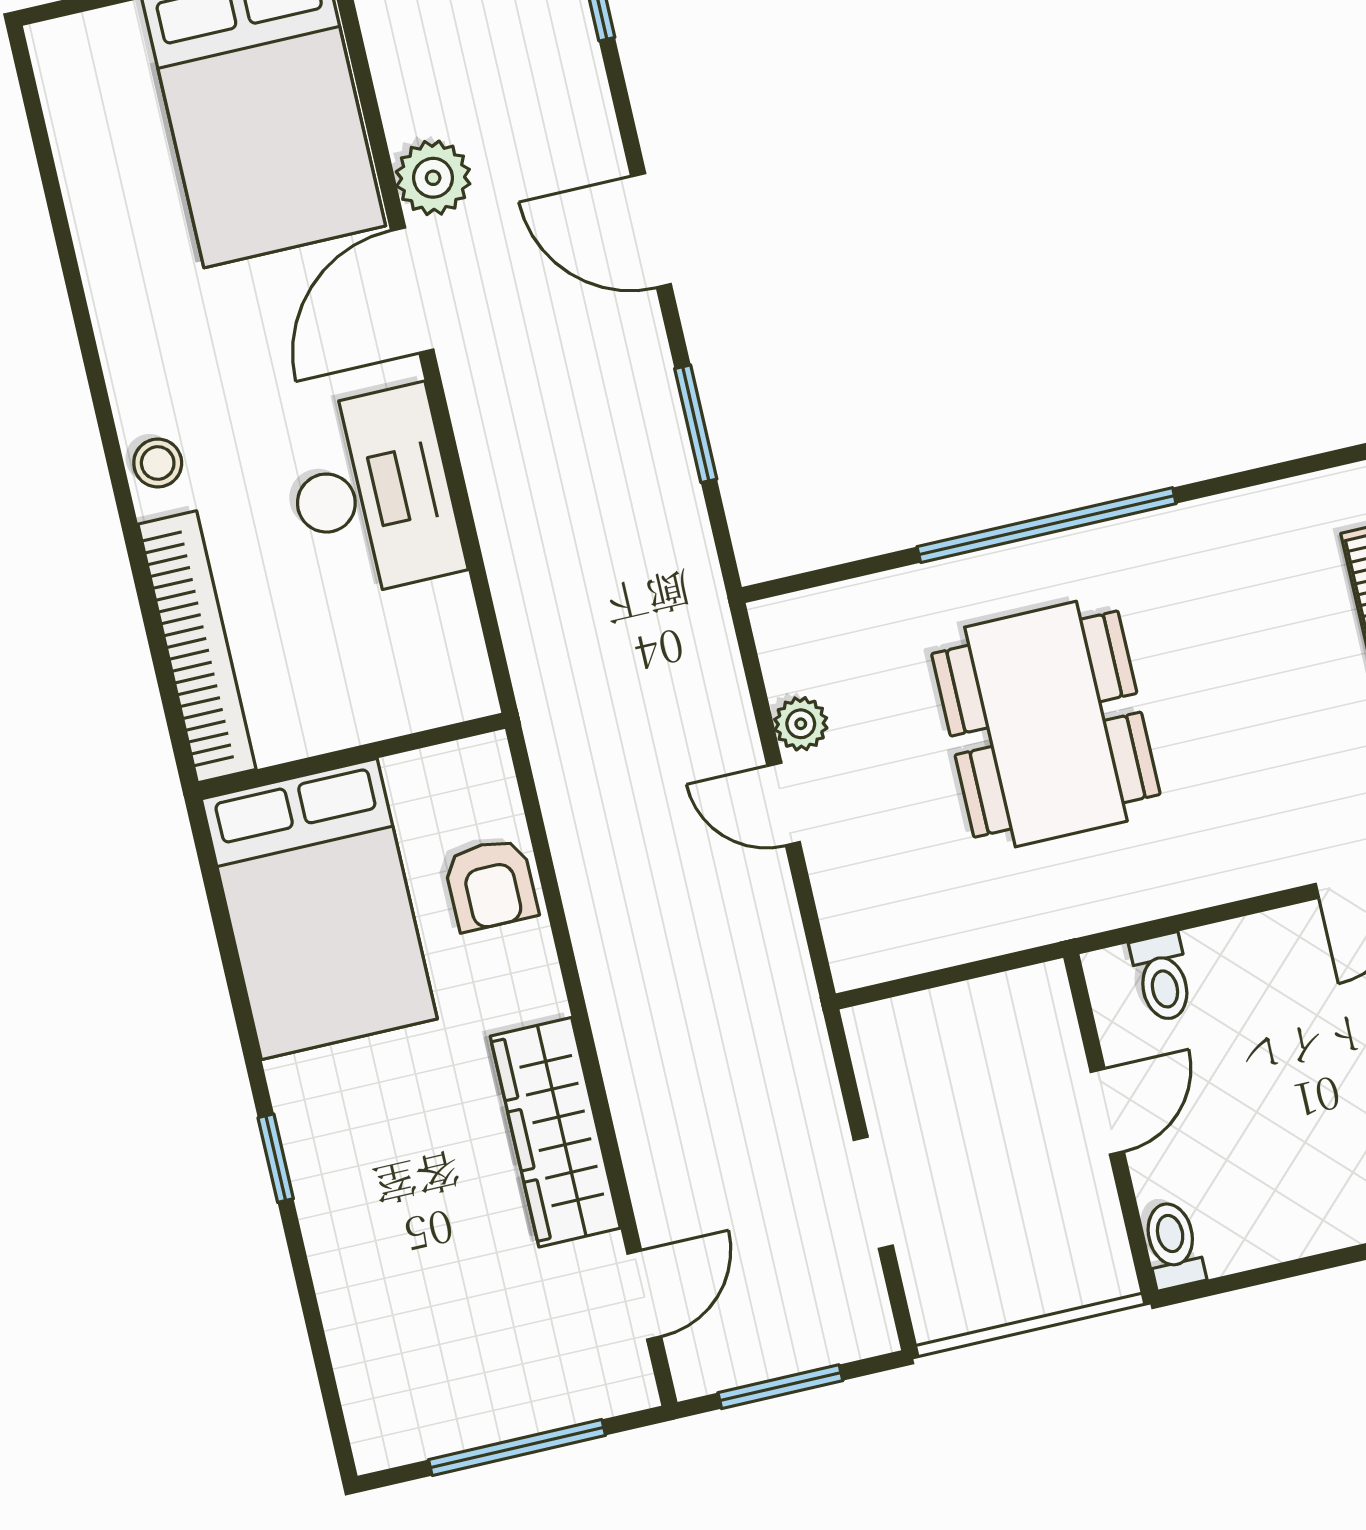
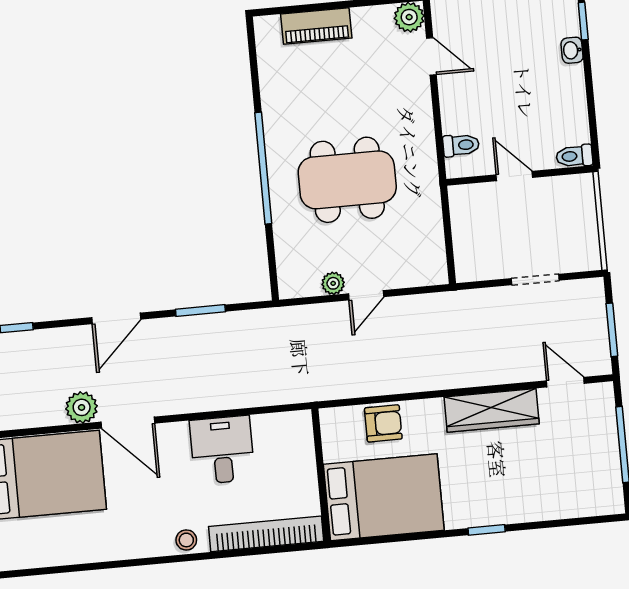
desk: (372, 492) -> (222, 450), width x0.73

